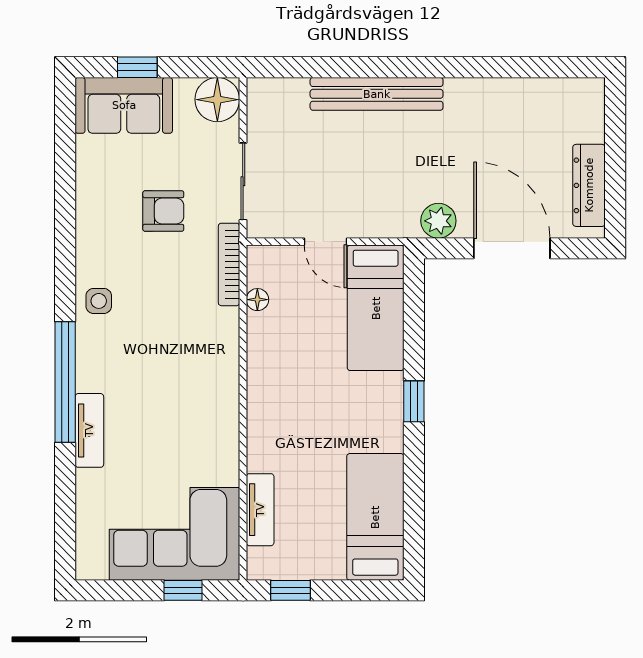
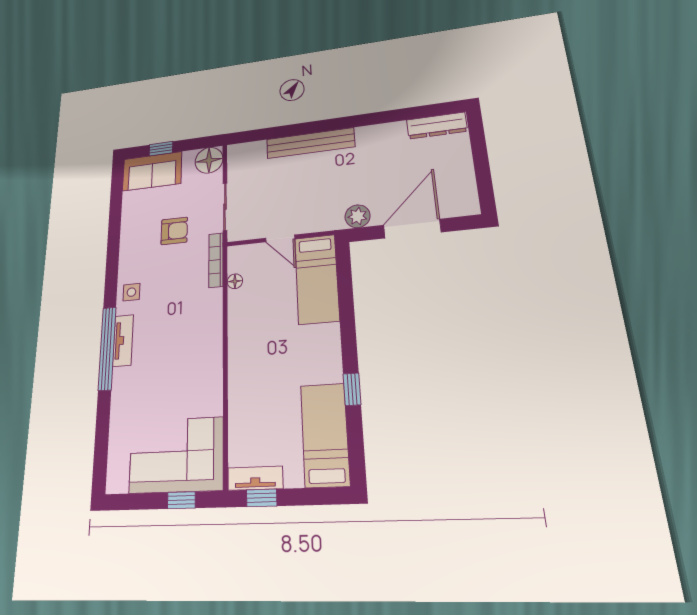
dresser: (589, 185) -> (437, 126), moved, turned -90
door: (512, 248) -> (412, 229), hinge flipped
window: (414, 401) -> (352, 389), moved
tv unit: (89, 430) -> (123, 340), moved
tv unit: (260, 510) -> (255, 478), moved, turned -90

